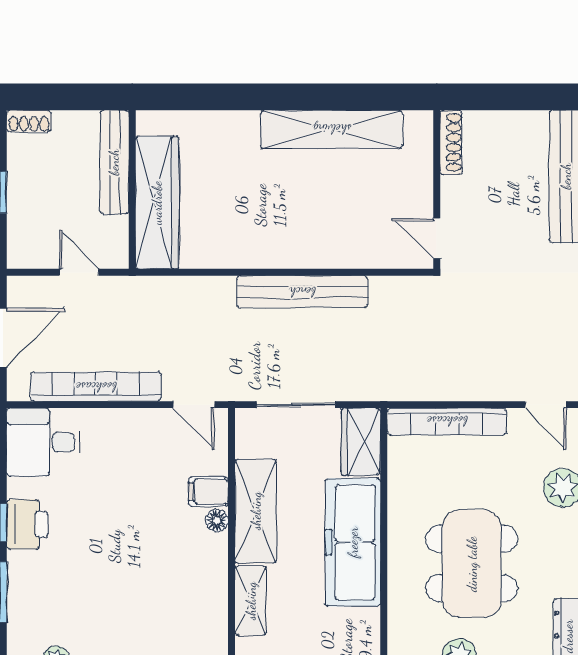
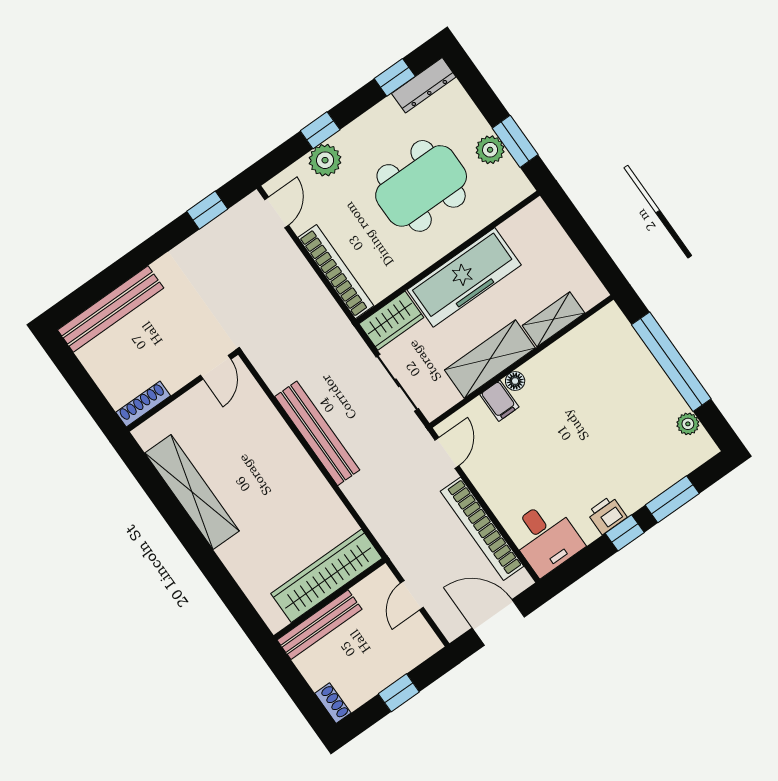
printer: (27, 524) -> (607, 515), width x0.73, depth x0.81

